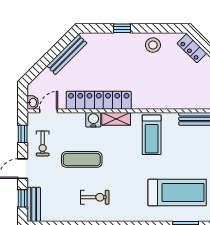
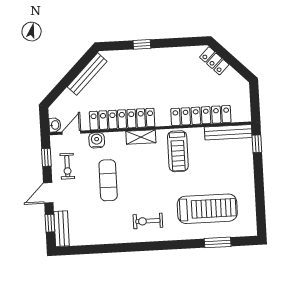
stool: (153, 45) -> (174, 60), removed
locker: (176, 101) -> (201, 115), added
water cooler: (93, 120) -> (97, 140), moved
exercise mat: (82, 159) -> (108, 180), turned 90
exercise bike: (95, 197) -> (148, 221), moved, turned 180

